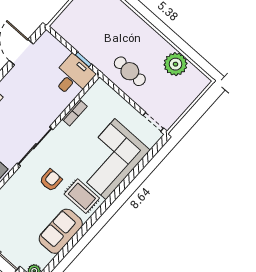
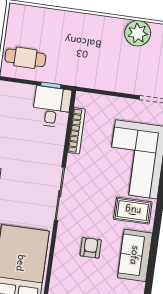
cafe table: (130, 71) -> (25, 58), moved
bookcase: (75, 113) -> (76, 131), width x1.56
armchair: (51, 180) -> (91, 248), moved

